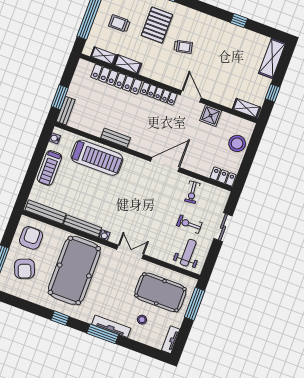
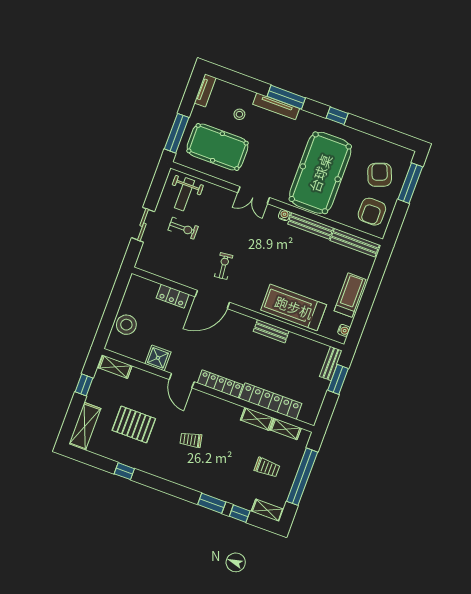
pallet: (157, 25) -> (134, 424), moved, turned 90
locker: (223, 177) -> (173, 296), moved
exercise bike: (192, 192) -> (224, 266), moved

